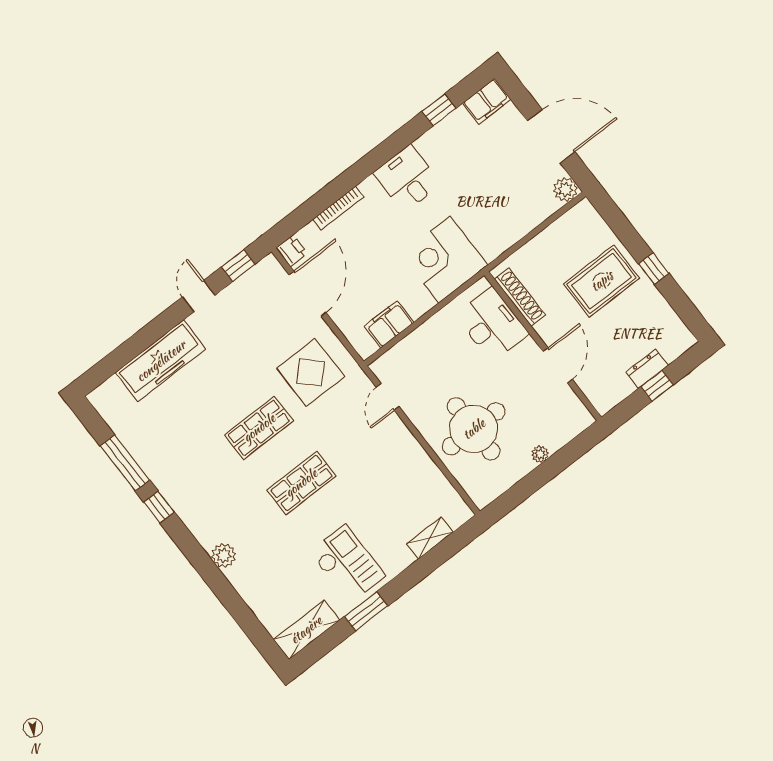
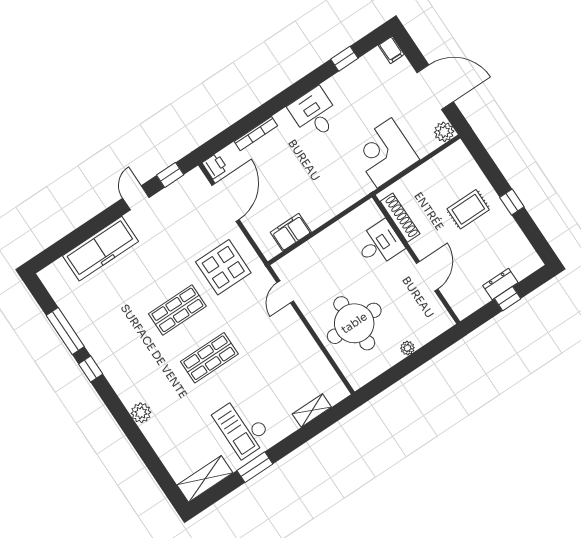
filing cabinet: (487, 101) -> (391, 50), width x0.50
corner desk: (444, 260) -> (384, 153), moved
rug: (602, 281) -> (468, 209), width x0.73, depth x0.70
desk: (492, 324) -> (379, 244), width x0.73
checkout: (347, 564) -> (242, 427), turned 180

